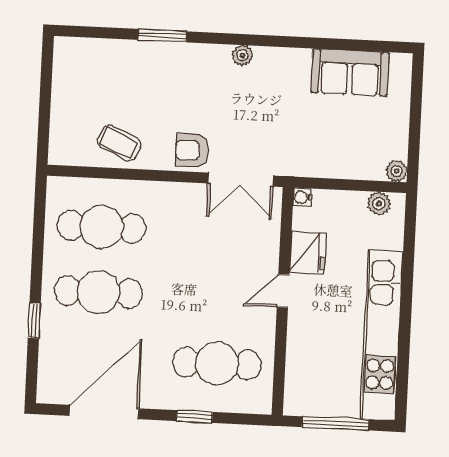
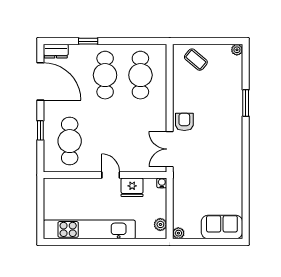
plant: (242, 55) -> (237, 50), moved
sofa: (350, 72) -> (222, 227), moved, turned 90
coffee table: (119, 143) -> (196, 60), moved, turned -74
dresser: (50, 381) -> (56, 51), added
window: (335, 423) -> (40, 207), removed

